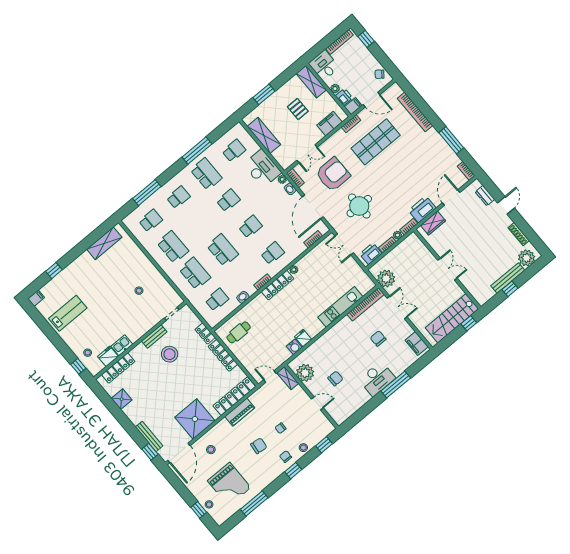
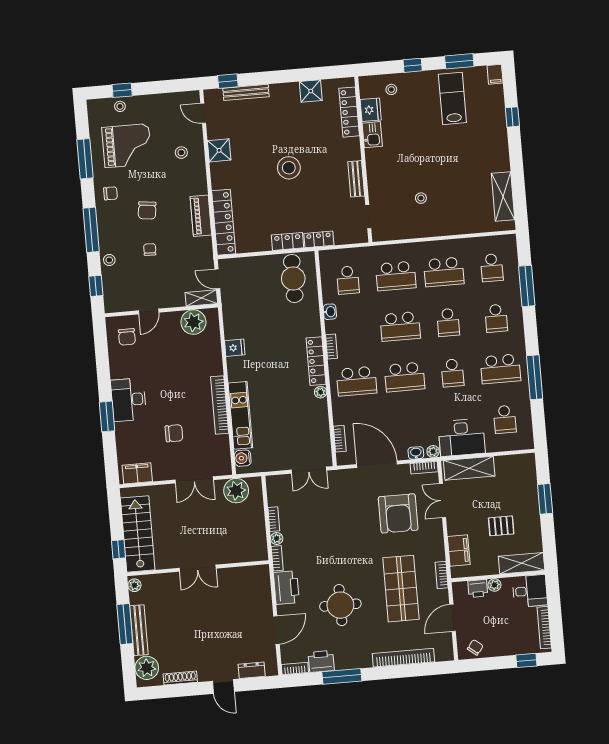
filing cabinet: (353, 106) -> (460, 592), removed
shelving: (264, 135) -> (469, 468), moved
door: (451, 198) -> (276, 630), hinge flipped
round table: (359, 206) -> (340, 605), moved
wardrobe: (433, 223) -> (262, 589), removed
school desk: (200, 224) -> (448, 322), added
school desk: (250, 227) -> (405, 377), width x1.85
double door: (344, 244) -> (309, 470), swing flipped
school desk: (273, 253) -> (357, 381), width x1.85
printer: (371, 254) -> (321, 661), moved, turned -90
window: (510, 289) -> (125, 624), width x2.17
plant: (483, 299) -> (134, 585), added
bookcase: (366, 304) -> (220, 405), moved
lab bench: (68, 313) -> (452, 98), turned 180
window: (43, 324) -> (459, 61), added
cafe table: (239, 332) -> (293, 278), width x1.37, depth x1.35
water cooler: (294, 347) -> (243, 458), moved
stool: (170, 354) -> (289, 168), moved
locker: (223, 355) -> (288, 241), width x0.66
window: (78, 366) -> (413, 65), moved
door: (270, 377) -> (217, 279), swing flipped
chair: (335, 378) -> (127, 337), moved
window: (396, 385) -> (107, 416), width x0.69
shower: (195, 419) -> (219, 150), width x0.54, depth x0.54
door: (179, 453) -> (203, 113), width x0.53
chair: (286, 457) -> (110, 193), moved
window: (293, 471) -> (91, 230), width x2.17
grand piano: (229, 484) -> (127, 146), turned 180

